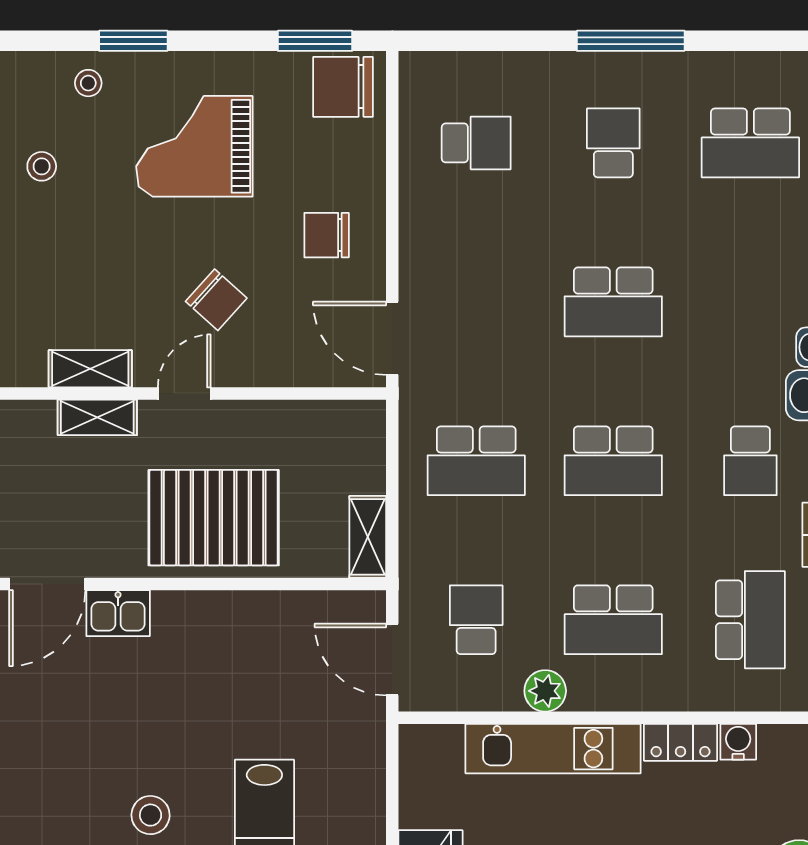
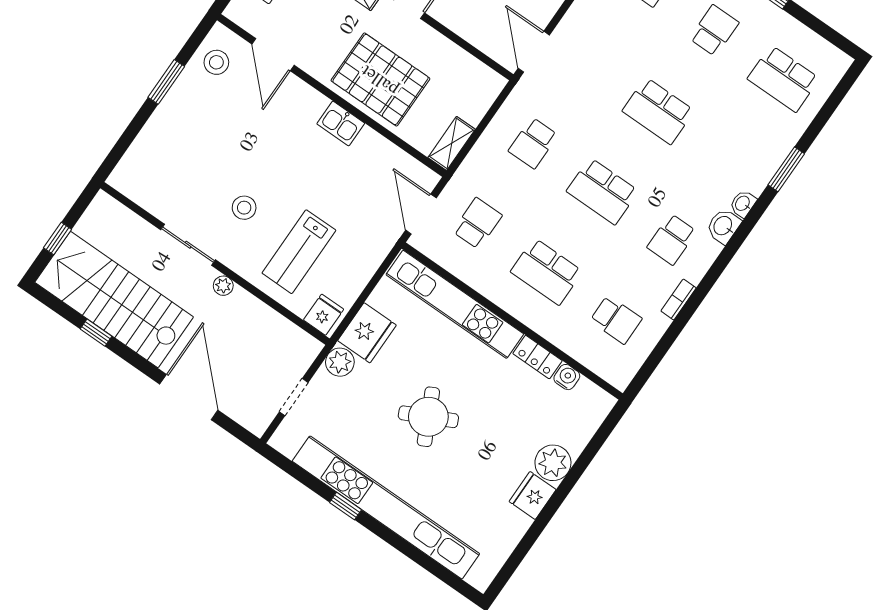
school desk: (476, 461) -> (533, 143), width x0.54
door: (47, 584) -> (273, 55), hinge flipped
kitchen sink: (118, 613) -> (341, 123), moved
school desk: (750, 620) -> (616, 320), width x0.54
plant: (545, 691) -> (487, 284), removed
kitchen unit: (553, 749) -> (455, 304), width x1.36

